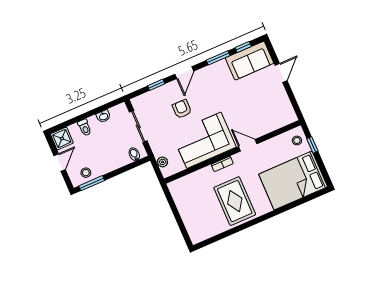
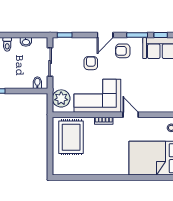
armchair: (210, 81) -> (123, 51), added
window: (156, 85) -> (65, 35), moved
plant: (162, 162) -> (61, 98), width x1.87, depth x1.87
rug: (235, 201) -> (71, 137), moved

